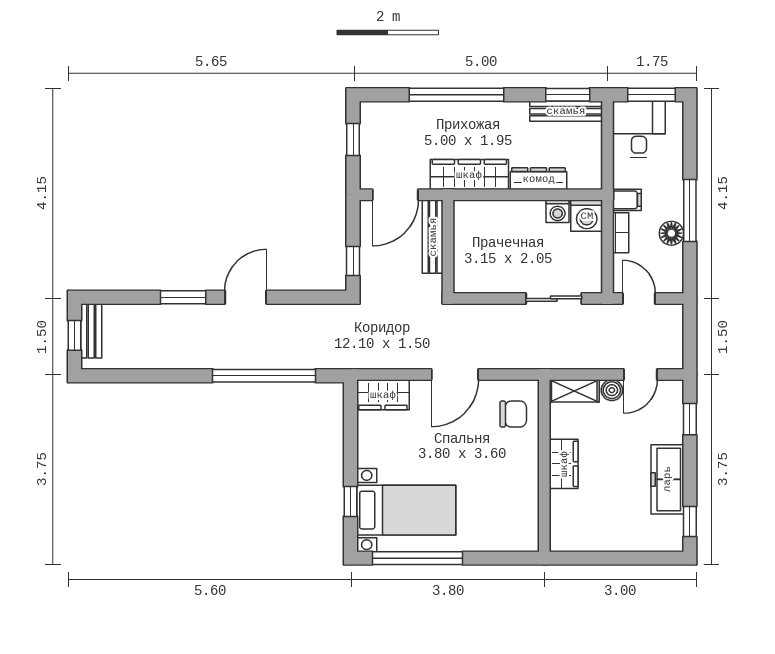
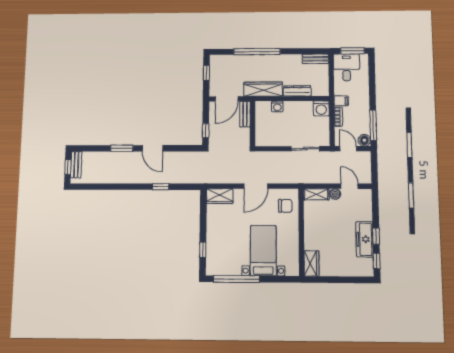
window: (568, 95) -> (311, 51), removed
bench: (566, 111) -> (315, 59), width x0.73
window: (690, 210) -> (373, 125), moved
washing machine: (558, 211) -> (277, 106), moved
floor lamp: (671, 233) -> (364, 140), moved
bench: (433, 237) -> (245, 114), width x0.73
door: (246, 297) -> (152, 148), swing flipped
door: (640, 375) -> (350, 186), swing flipped
window: (264, 376) -> (161, 187), width x0.32
window: (690, 419) -> (376, 236), moved
wardrobe: (564, 464) -> (311, 263), moved
bed with nightstands: (406, 510) -> (263, 251), moved, turned -90

